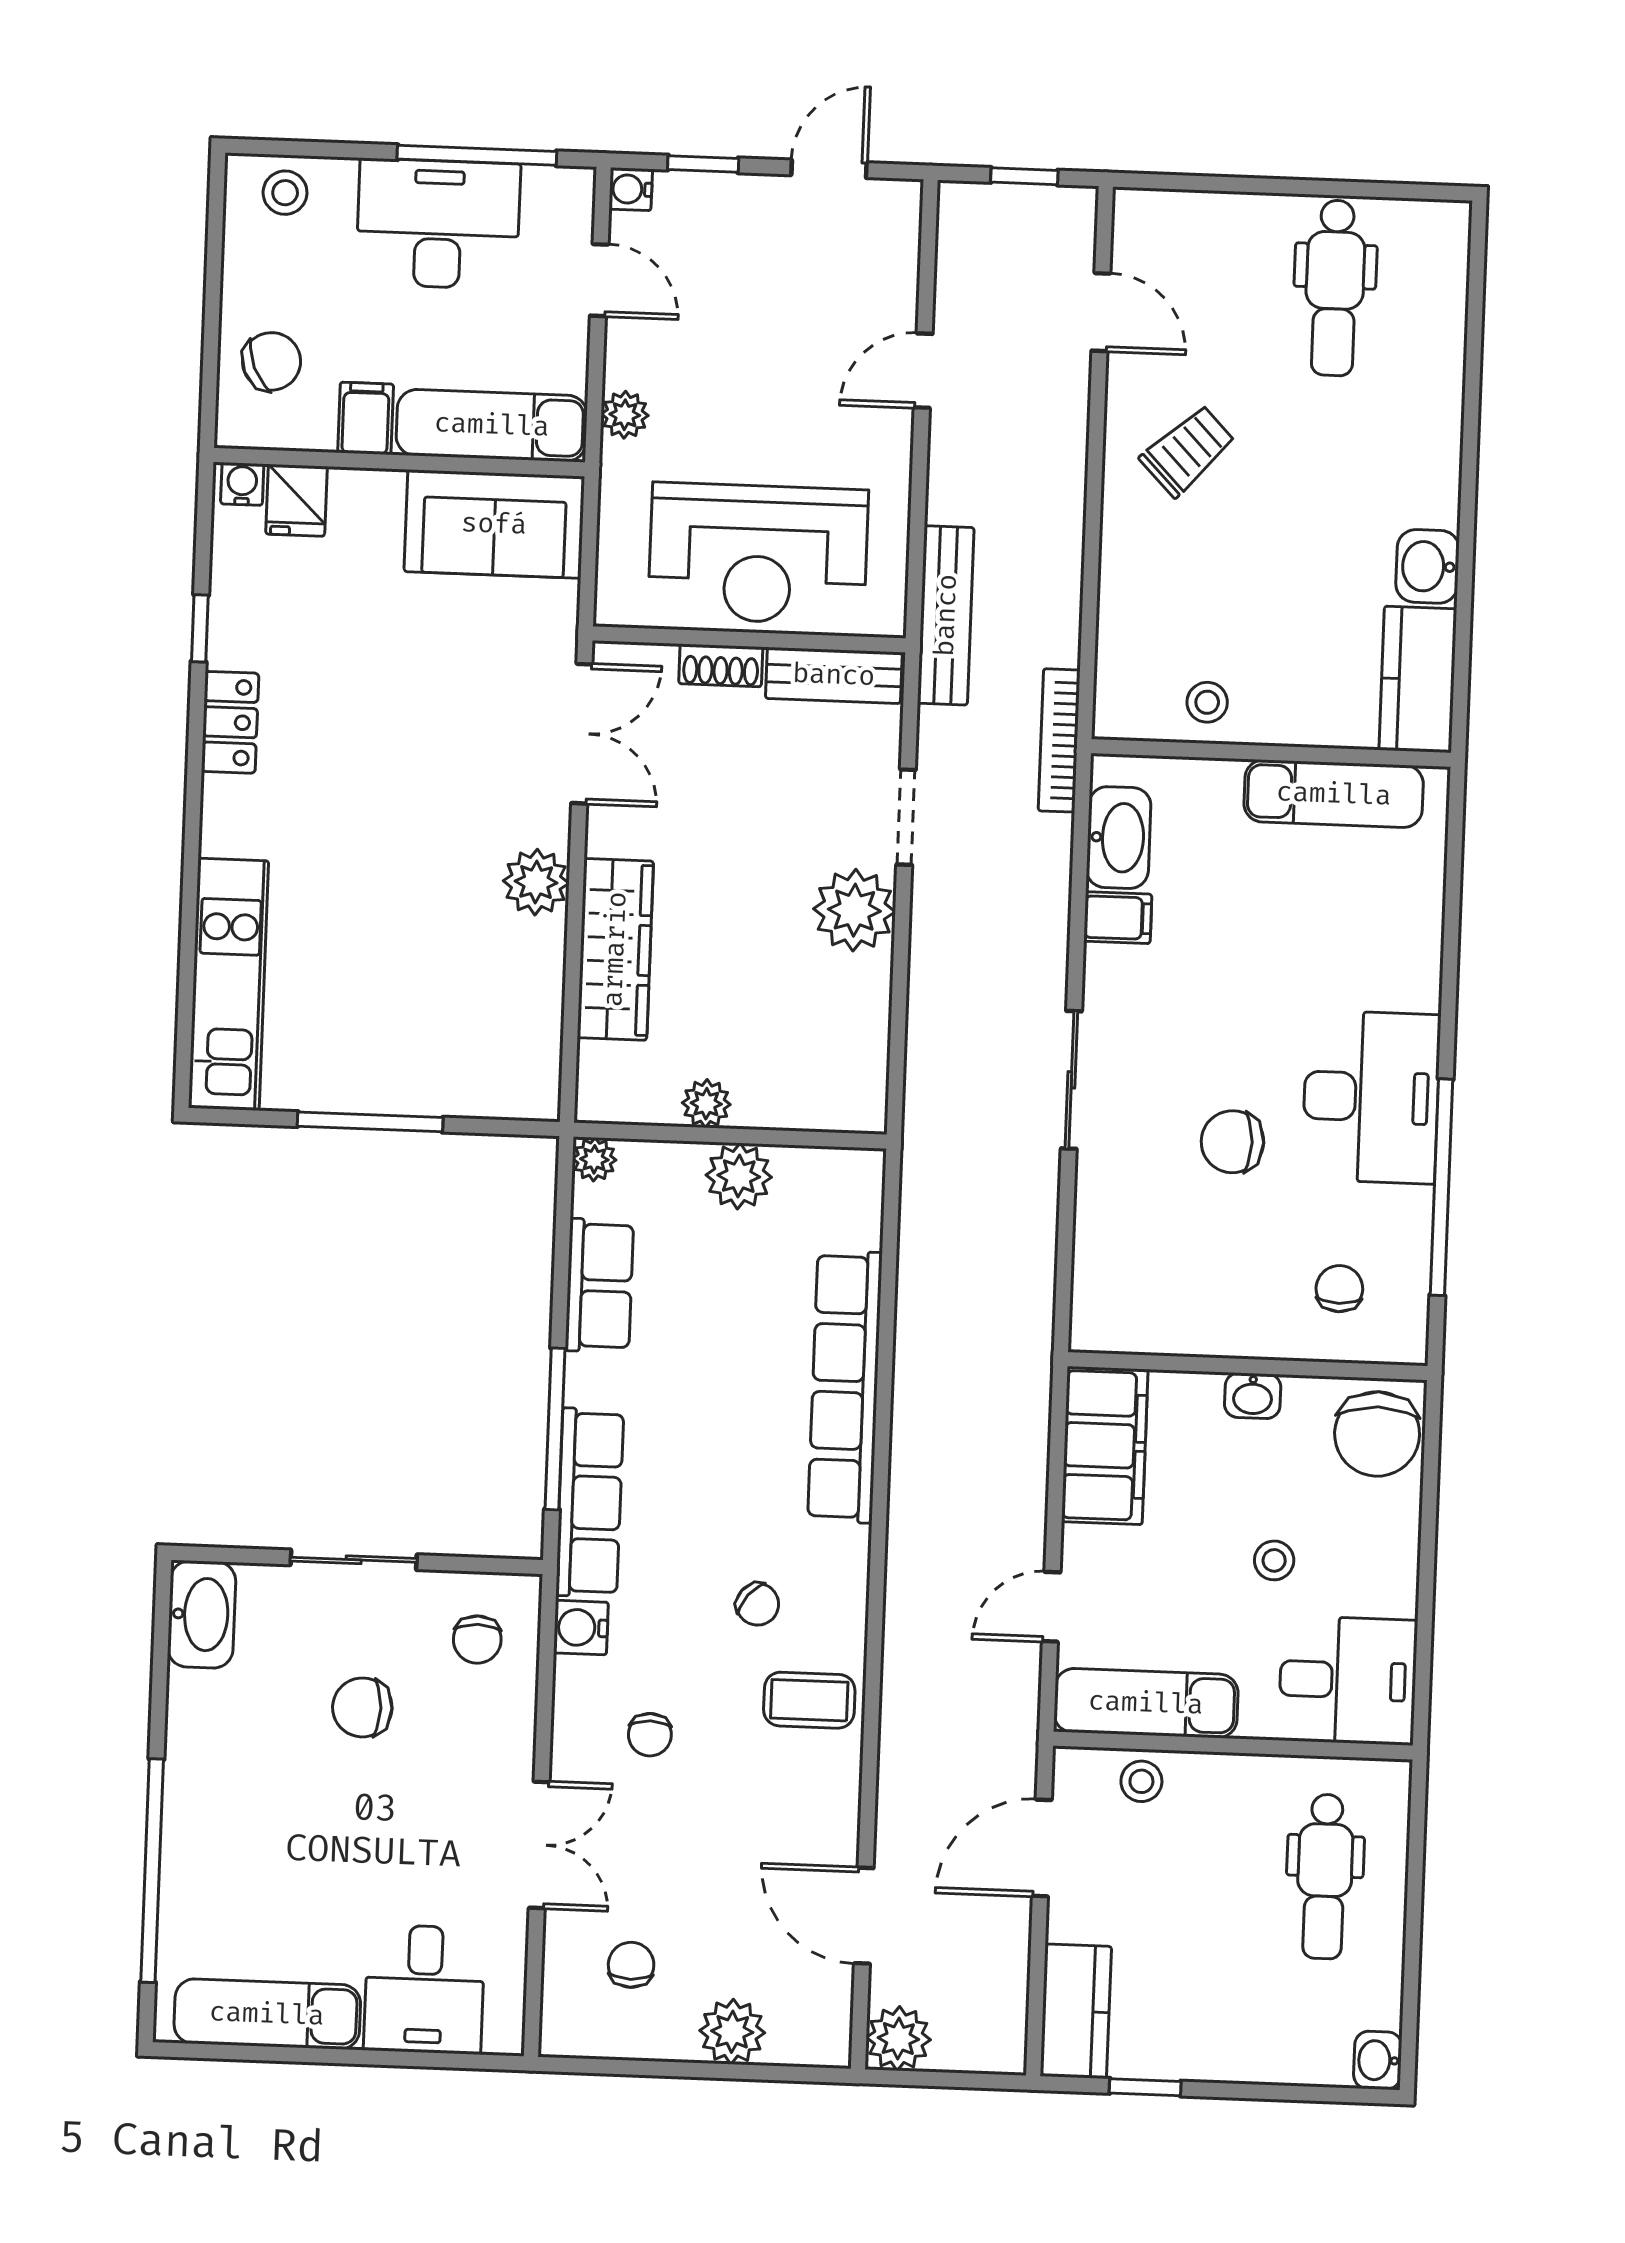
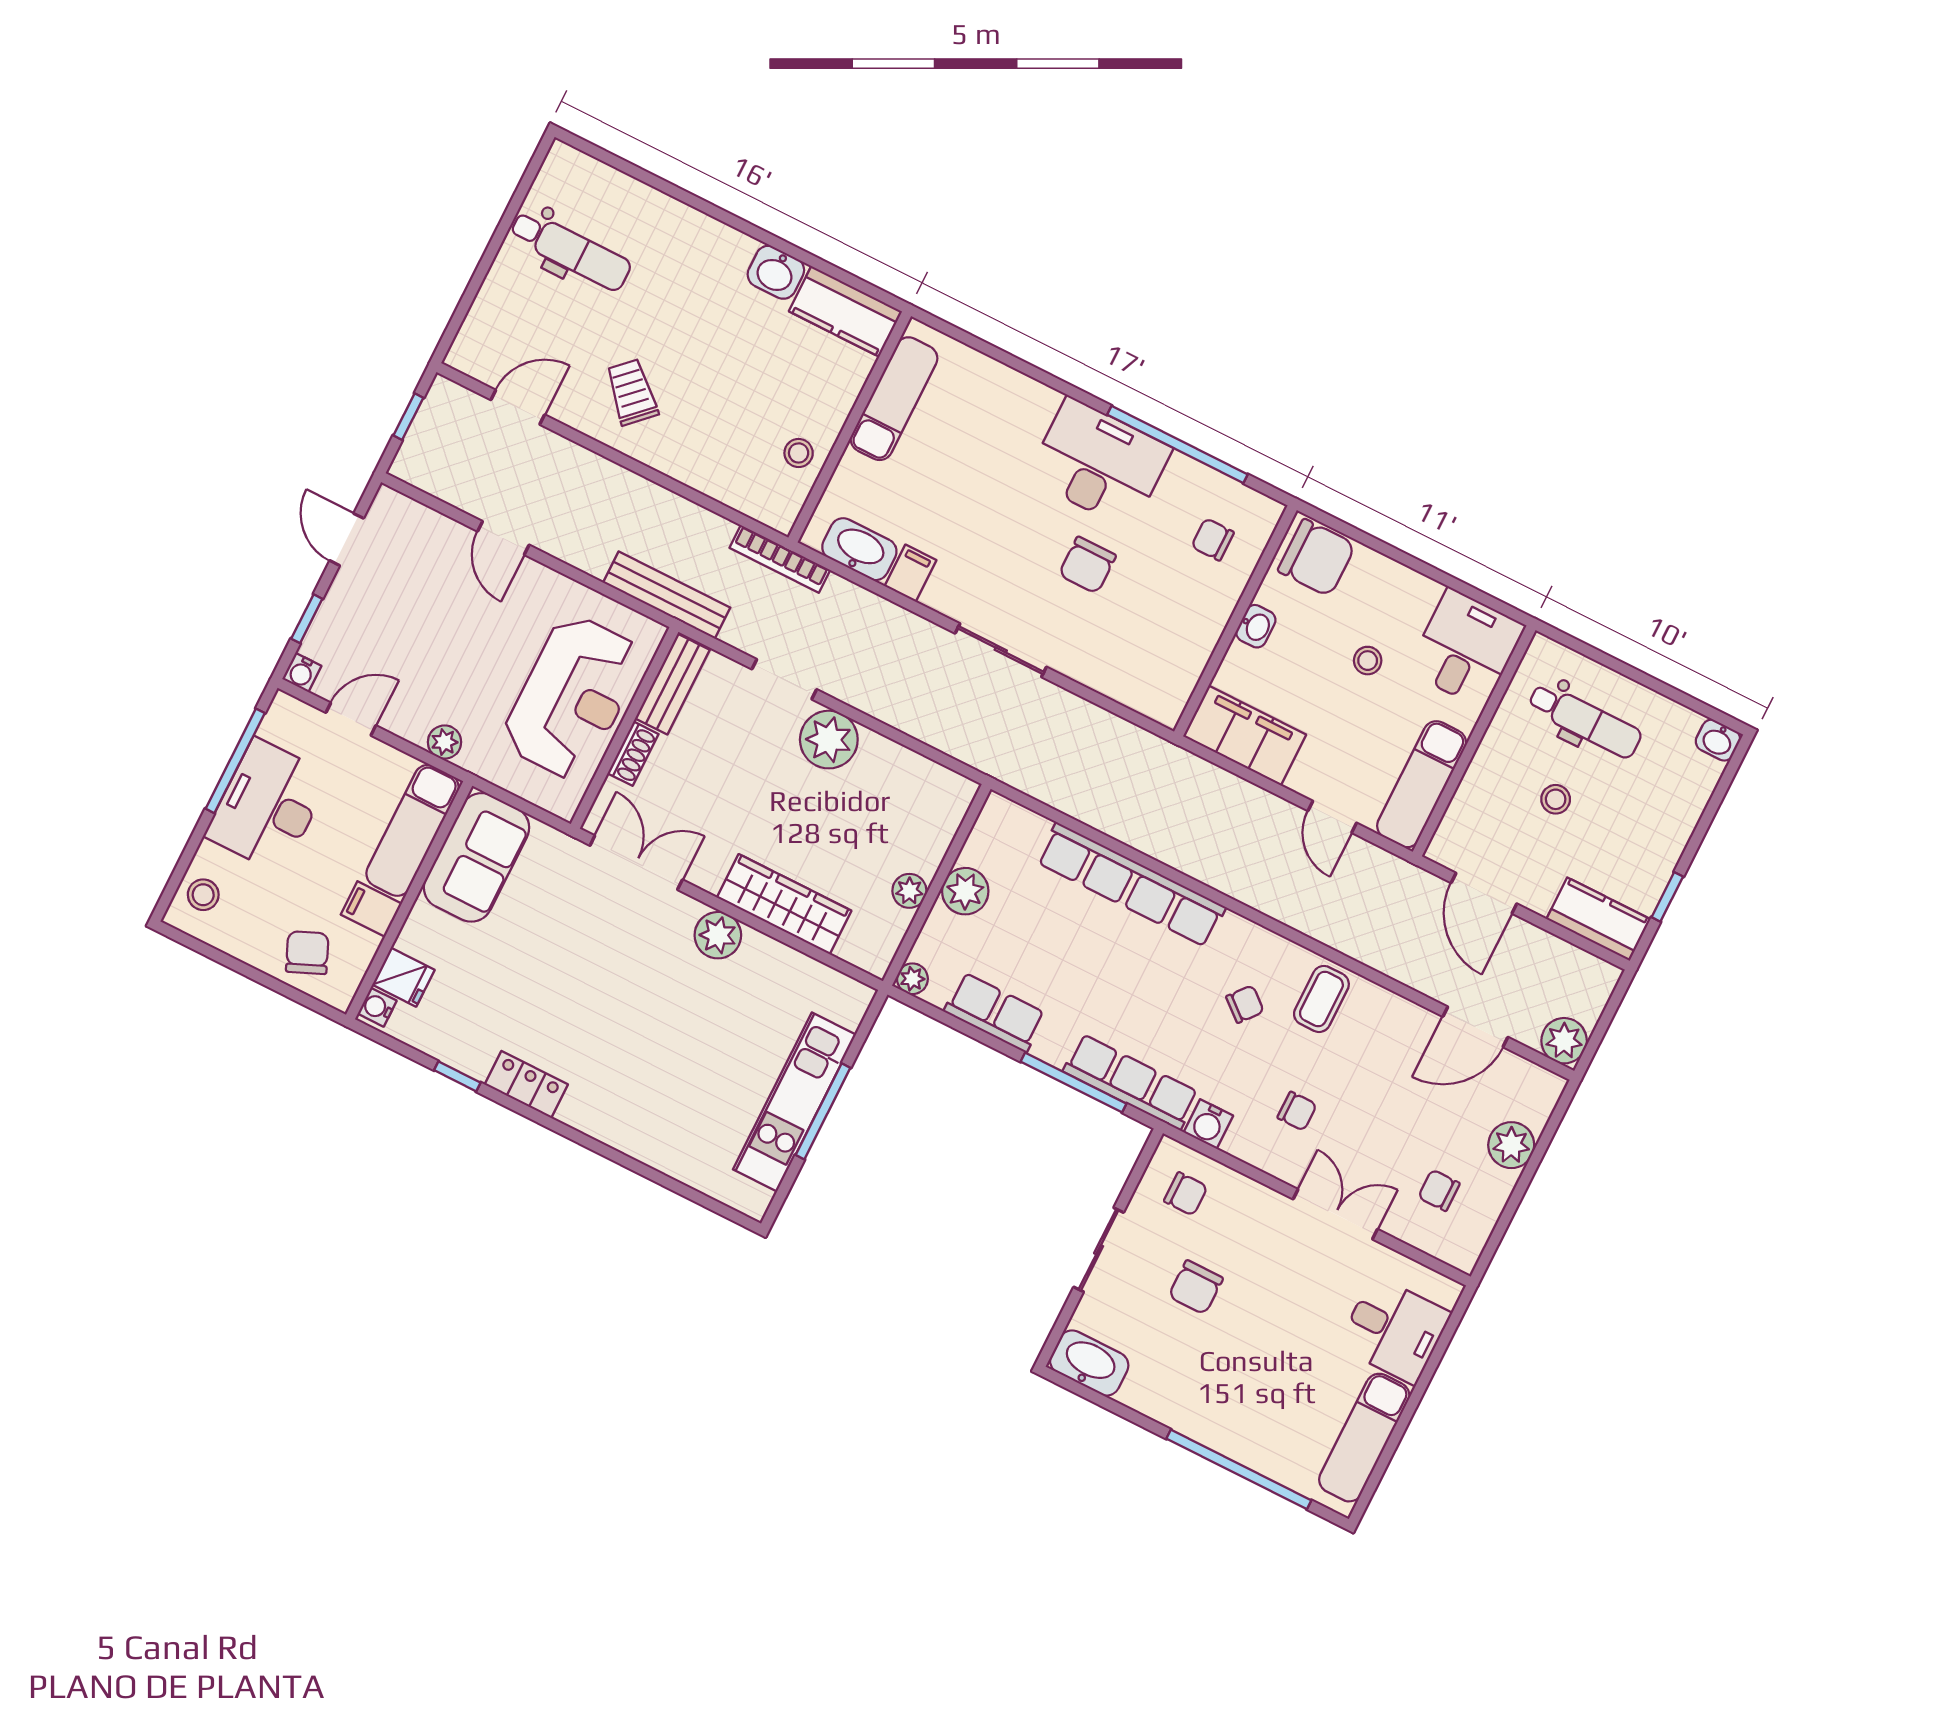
kitchen unit: (228, 984) -> (794, 1102), moved, turned -90
stool: (1141, 1781) -> (1556, 799), moved

